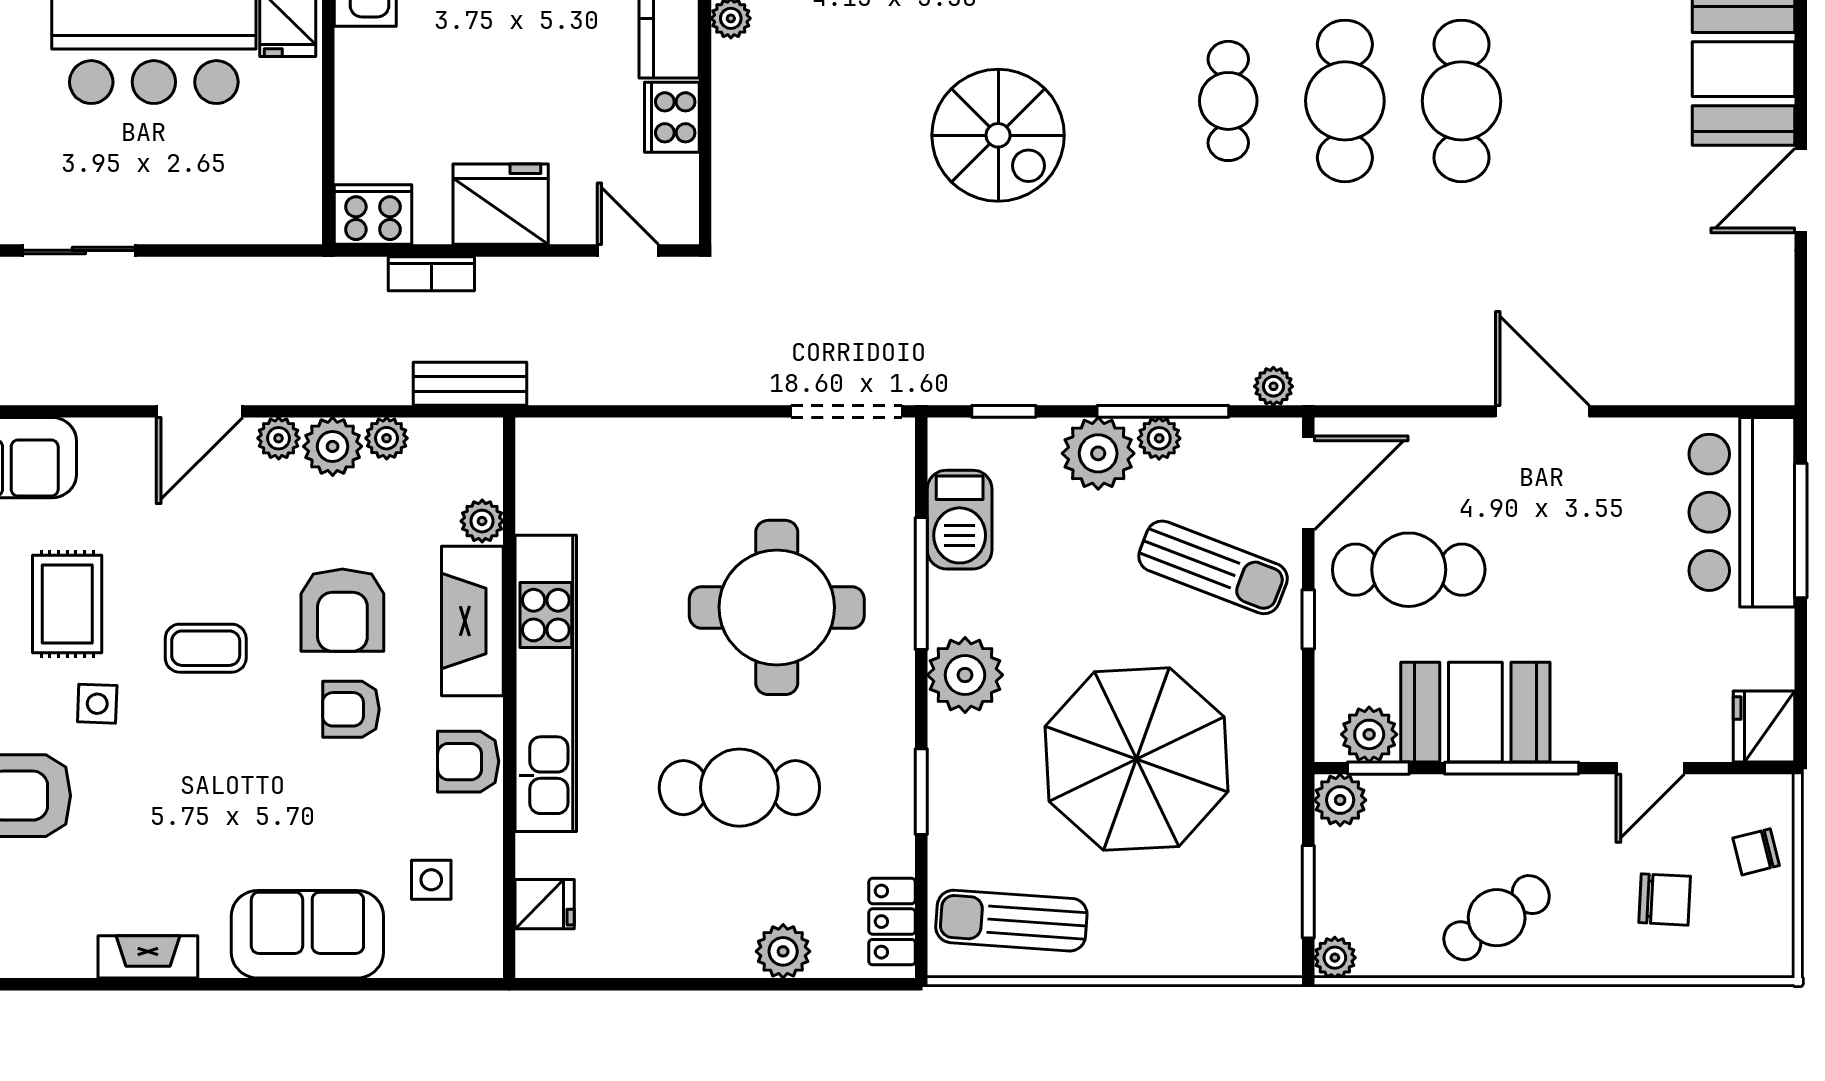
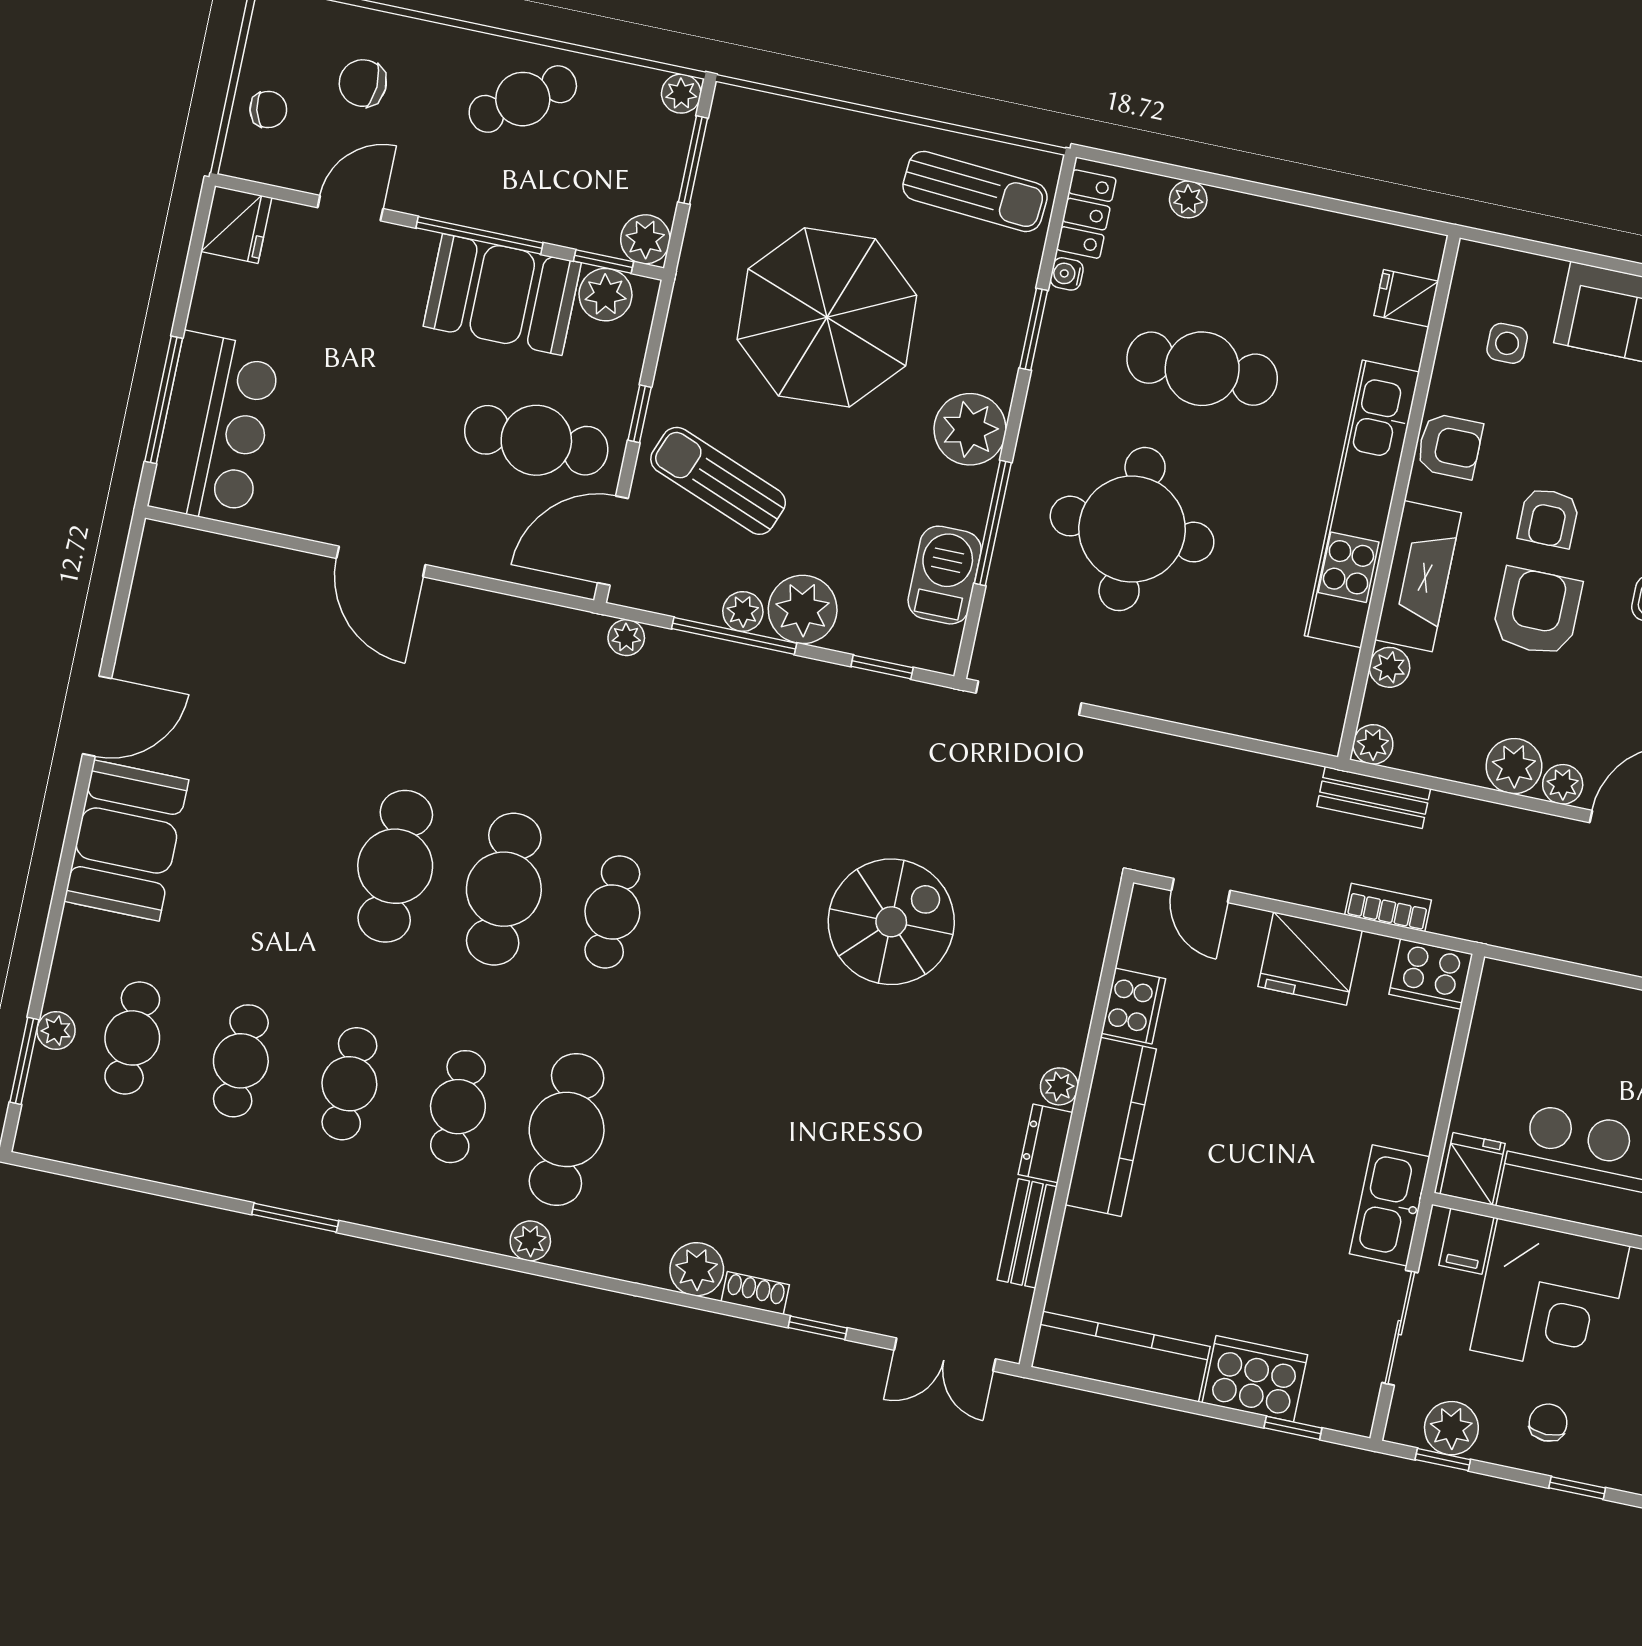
spiral stairs: (998, 135) -> (891, 922), moved, turned 90
plant: (387, 438) -> (1373, 744), moved
armchair: (351, 709) -> (1548, 518), turned 90
water cooler: (899, 856) -> (1067, 274), added
plant: (783, 951) -> (1188, 199), width x0.73, depth x0.73

